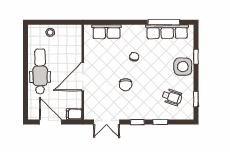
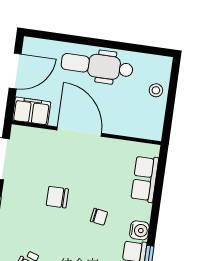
water cooler: (139, 30) -> (139, 230), added
dental chair: (40, 71) -> (97, 66), turned 180
filing cabinet: (74, 114) -> (31, 111), width x2.00

